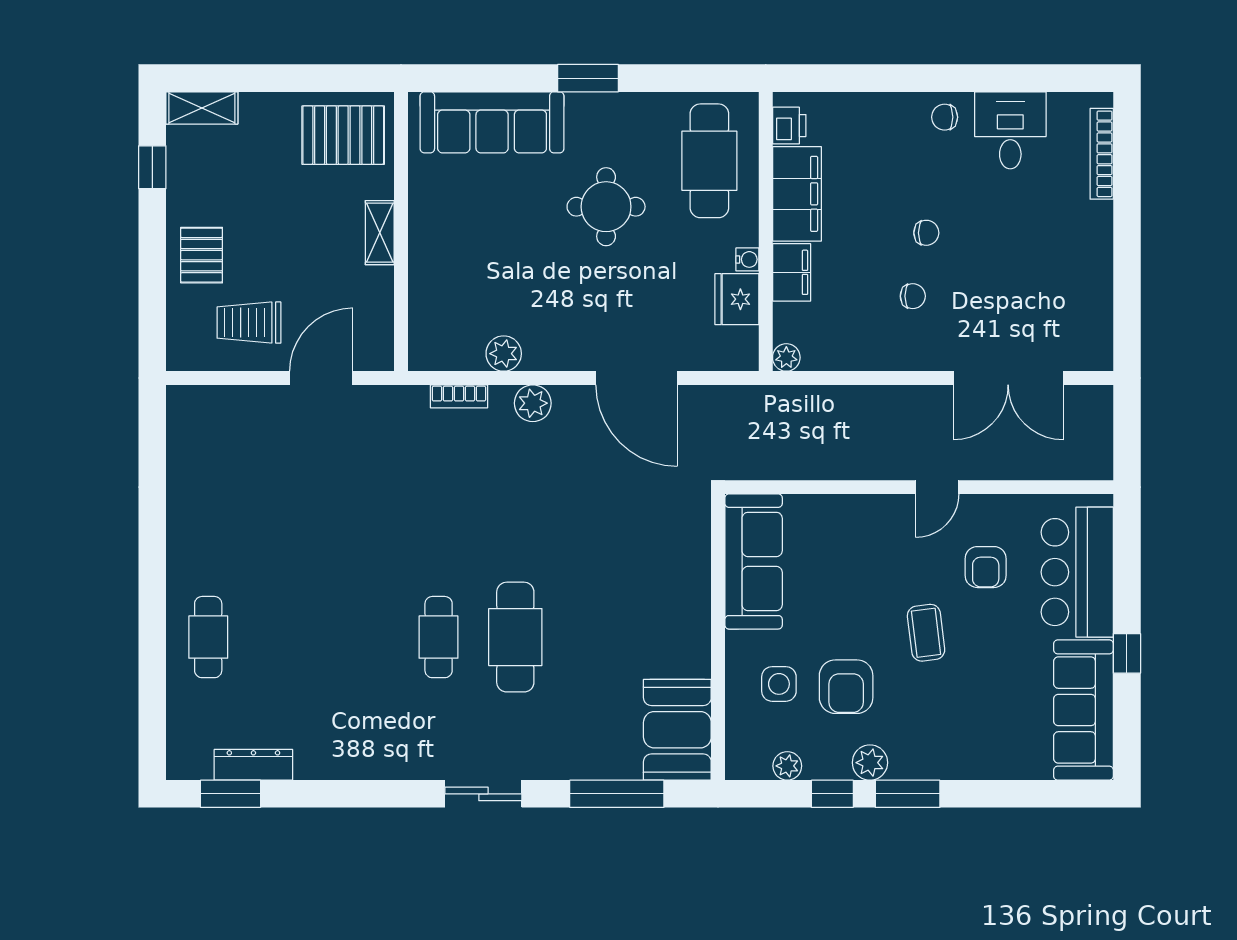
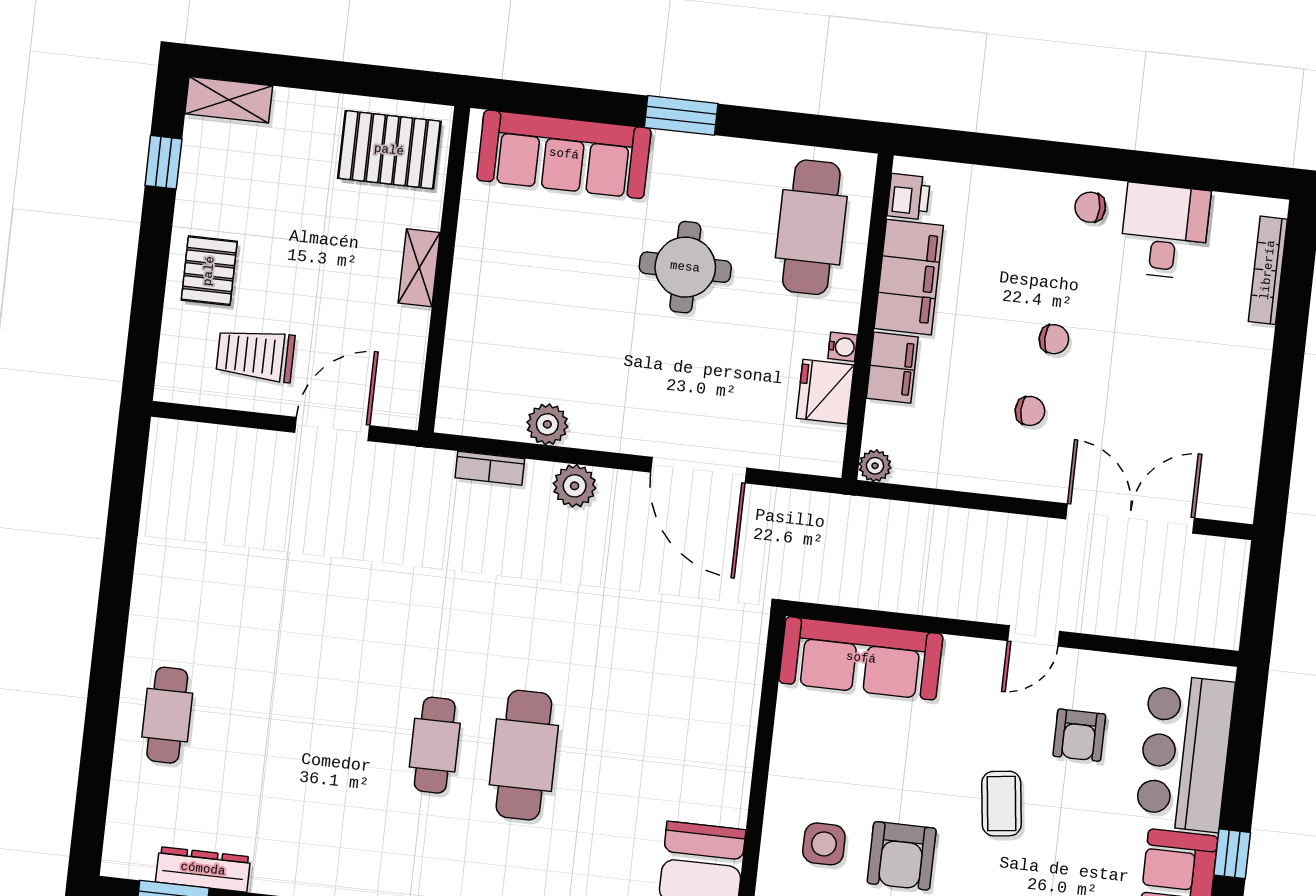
double door: (1008, 378) -> (1130, 519), swing flipped
sofa: (754, 561) -> (861, 658), moved, turned 90

